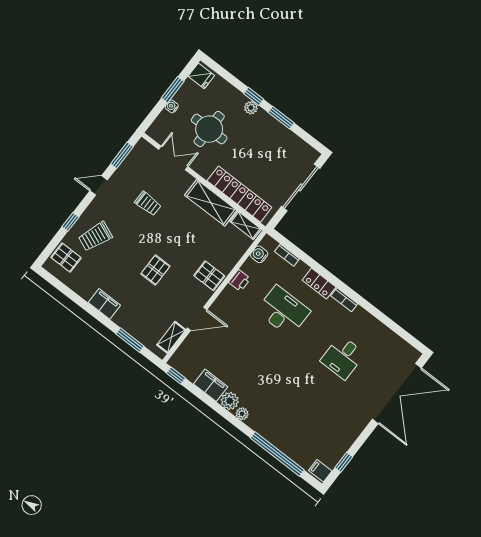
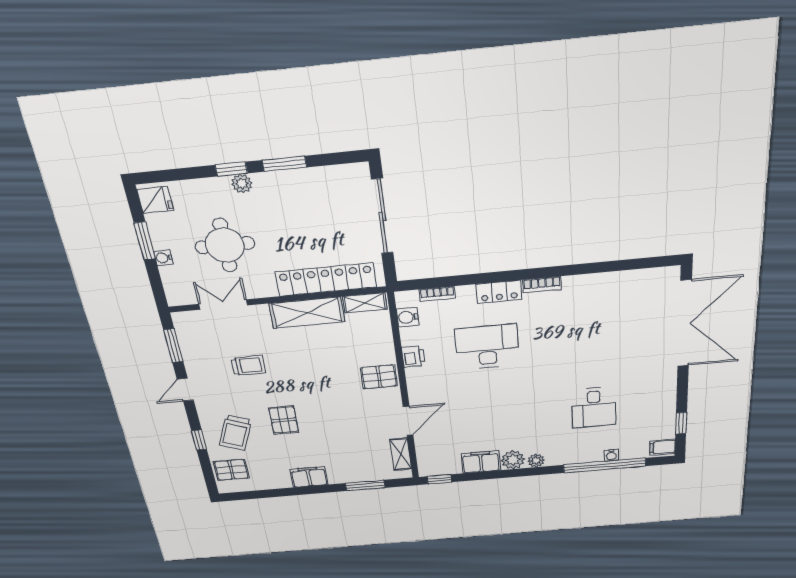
pallet: (155, 270) -> (284, 420), moved
desk: (343, 357) -> (594, 407), moved
water cooler: (287, 450) -> (611, 455), added

